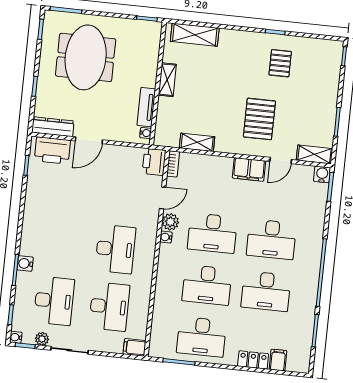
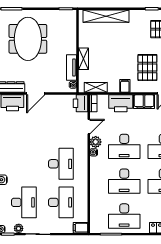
shelving: (195, 35) -> (106, 16), width x1.47
shelving: (167, 80) -> (84, 59), moved
shelving: (197, 142) -> (96, 87), moved
filing cabinet: (223, 143) -> (125, 86), added
printer: (214, 168) -> (121, 103), added

